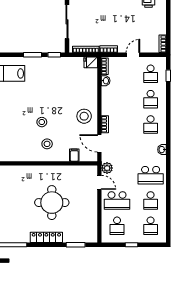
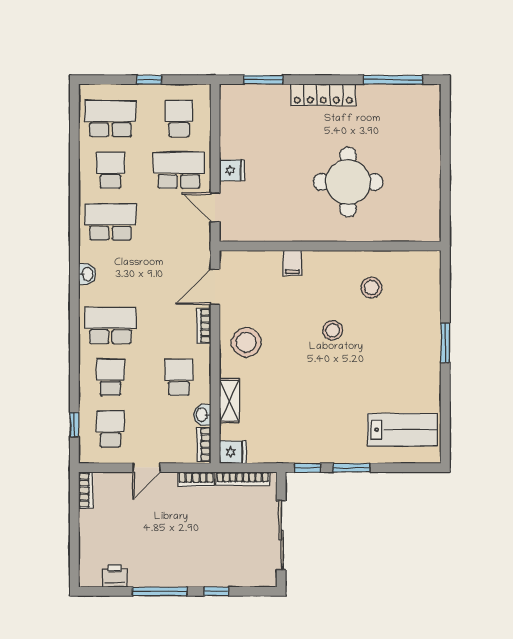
shelving: (92, 88) -> (229, 401), added
school desk: (117, 99) -> (179, 377), added
school desk: (151, 124) -> (110, 325), width x1.85
door: (99, 143) -> (215, 287), swing flipped
stool: (47, 144) -> (371, 288), moved
filing cabinet: (74, 155) -> (292, 263), moved
plant: (107, 168) -> (199, 236), removed
fridge: (91, 200) -> (232, 170), added
round table: (52, 203) -> (348, 182), moved
school desk: (151, 226) -> (110, 119), width x1.85

